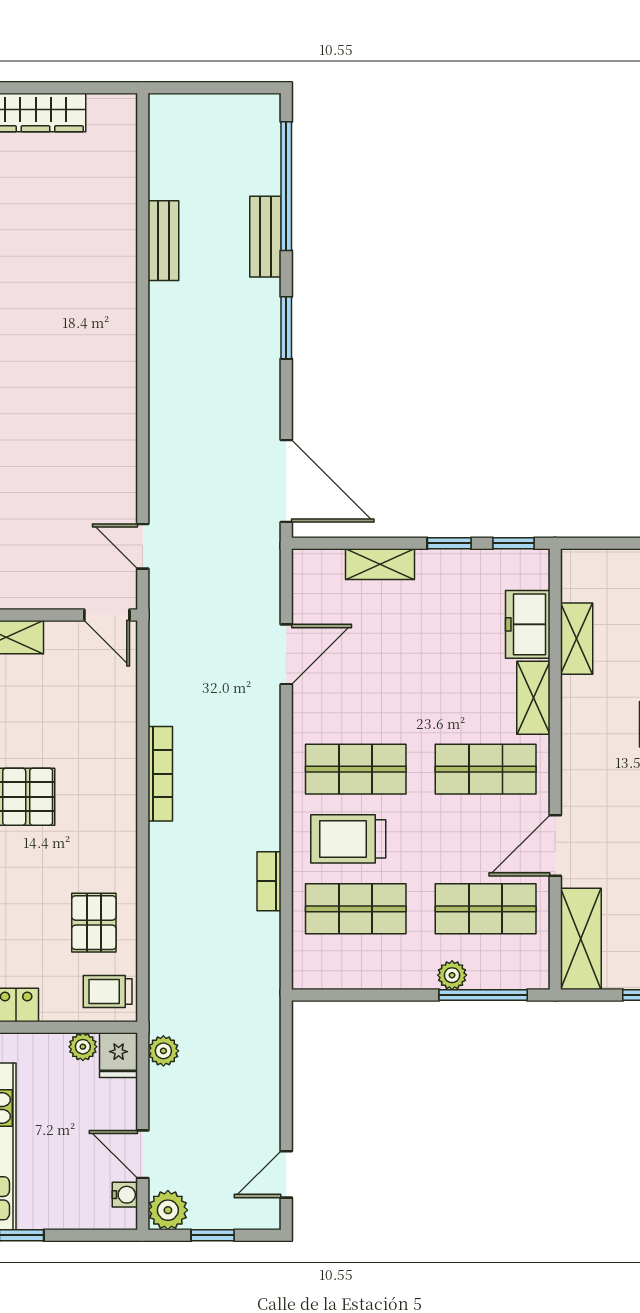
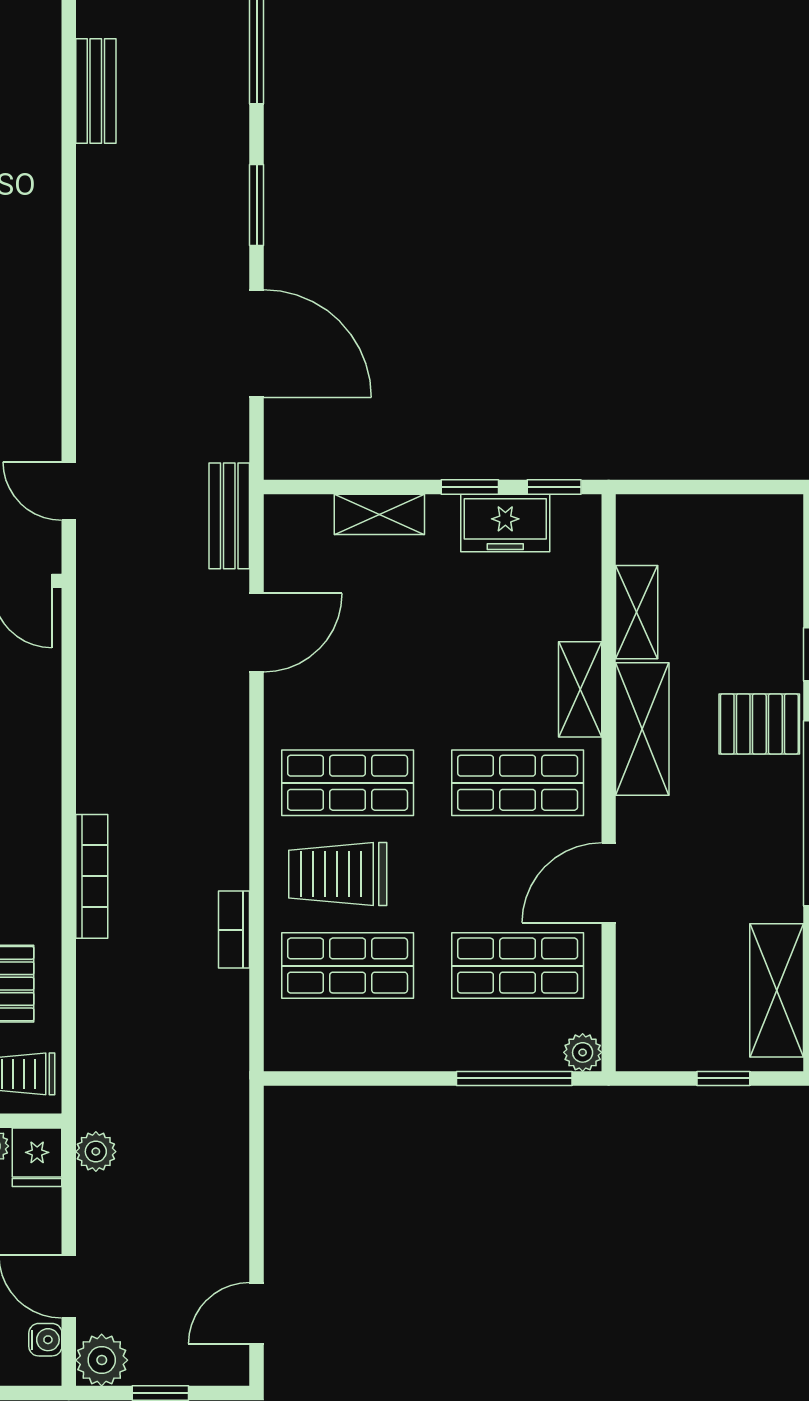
bench: (265, 237) -> (229, 516), moved
door: (286, 481) -> (257, 343), moved
freezer: (528, 624) -> (505, 523), moved, turned -90
bookcase: (160, 774) -> (92, 876), moved
shelving: (581, 939) -> (642, 729), moved
plant: (452, 975) -> (583, 1052), moved

